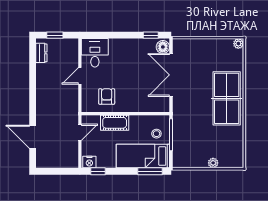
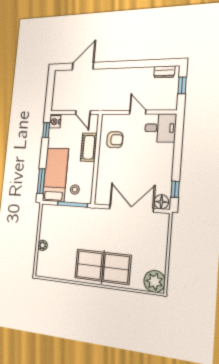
plant: (238, 44) -> (155, 281), width x1.87, depth x1.87

